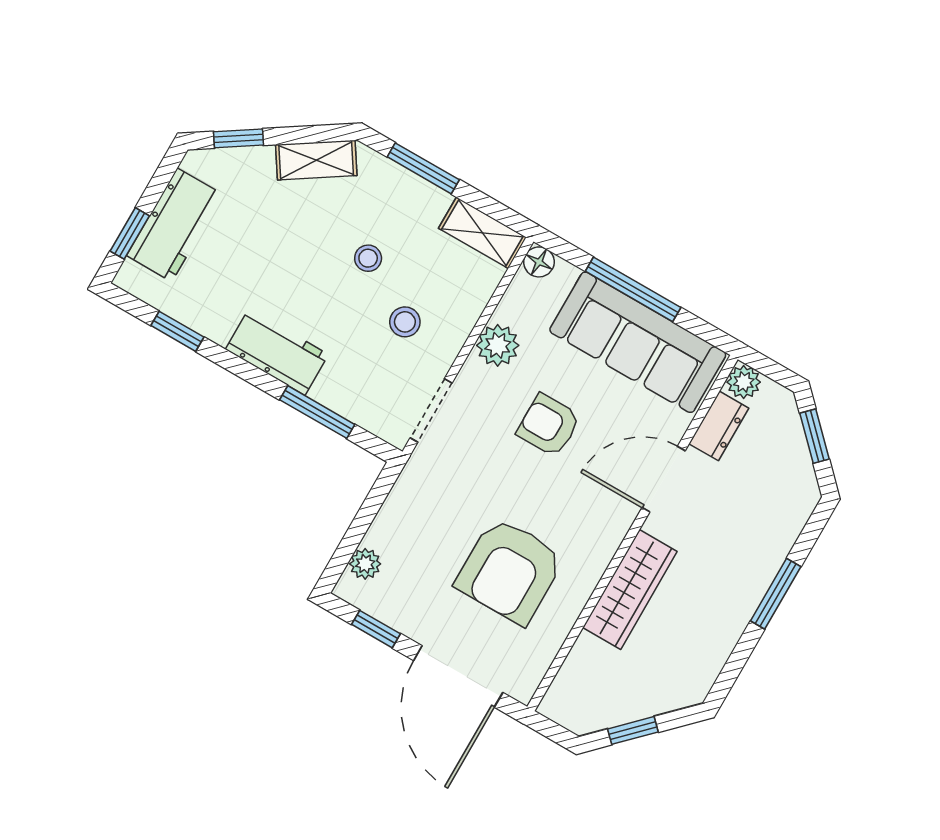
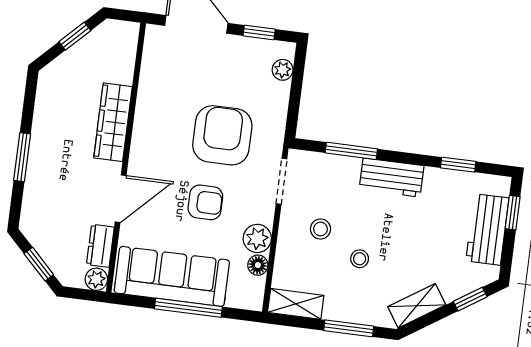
floor lamp: (539, 262) -> (258, 265), moved
armchair: (510, 571) -> (222, 135), moved

